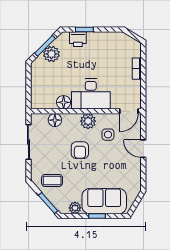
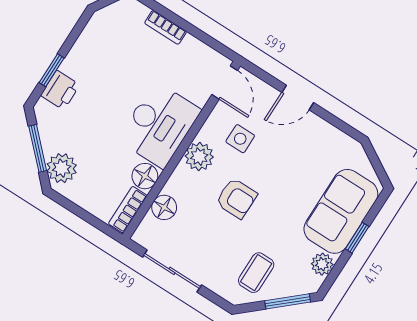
plant: (51, 54) -> (62, 168), moved
bookcase: (43, 104) -> (128, 210), added

